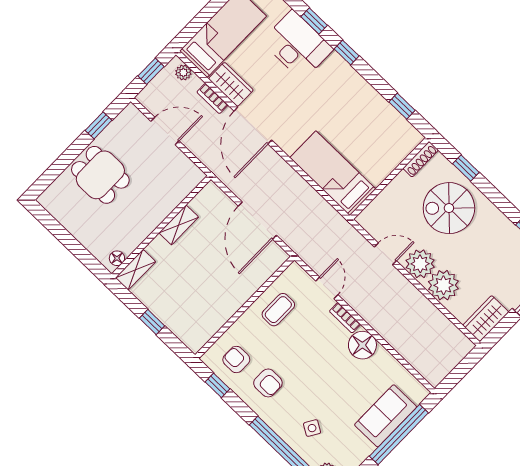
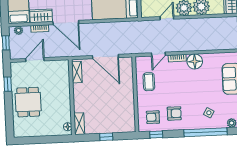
dining table: (100, 175) -> (28, 102), turned 90
shelving: (179, 225) -> (77, 72), moved
door: (327, 288) -> (158, 54), swing flipped

